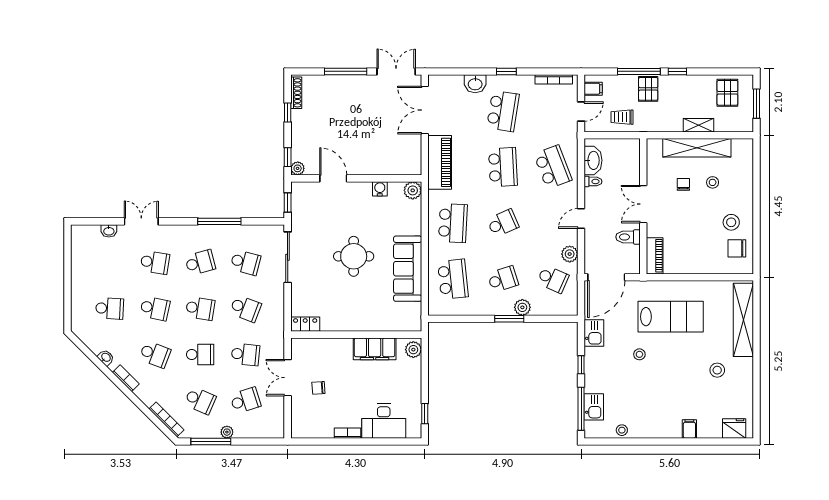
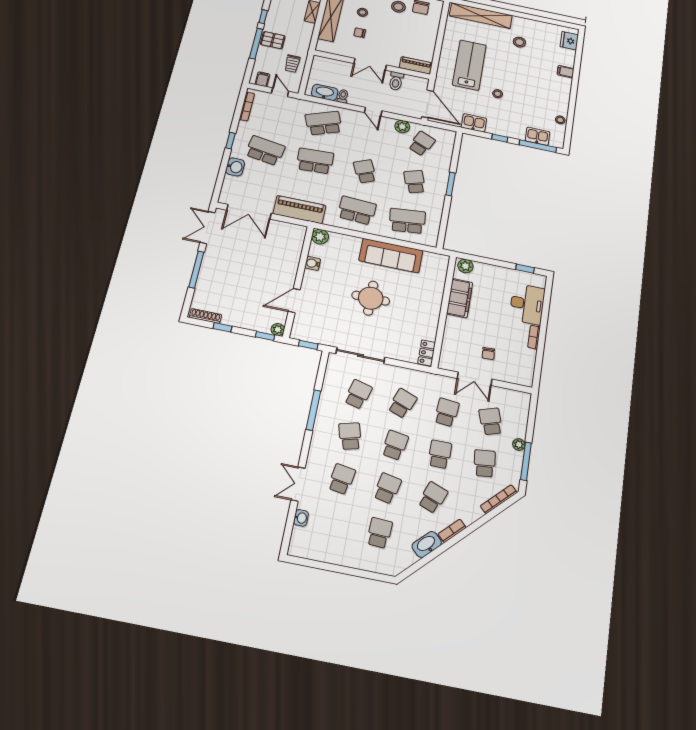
plant: (522, 307) -> (442, 172), removed
washbasin: (106, 358) -> (427, 544), width x1.91, depth x1.45
school desk: (200, 400) -> (485, 463), turned -30

